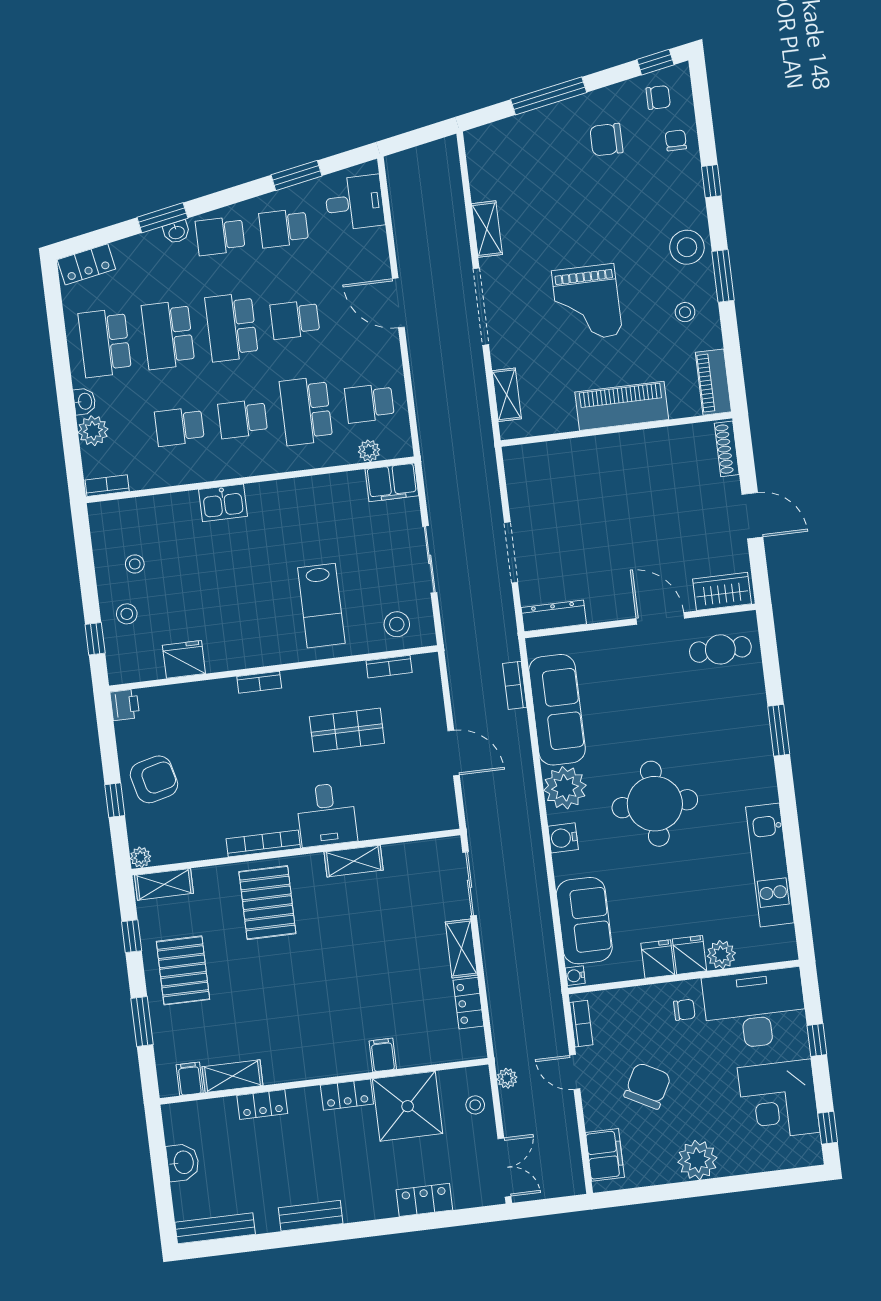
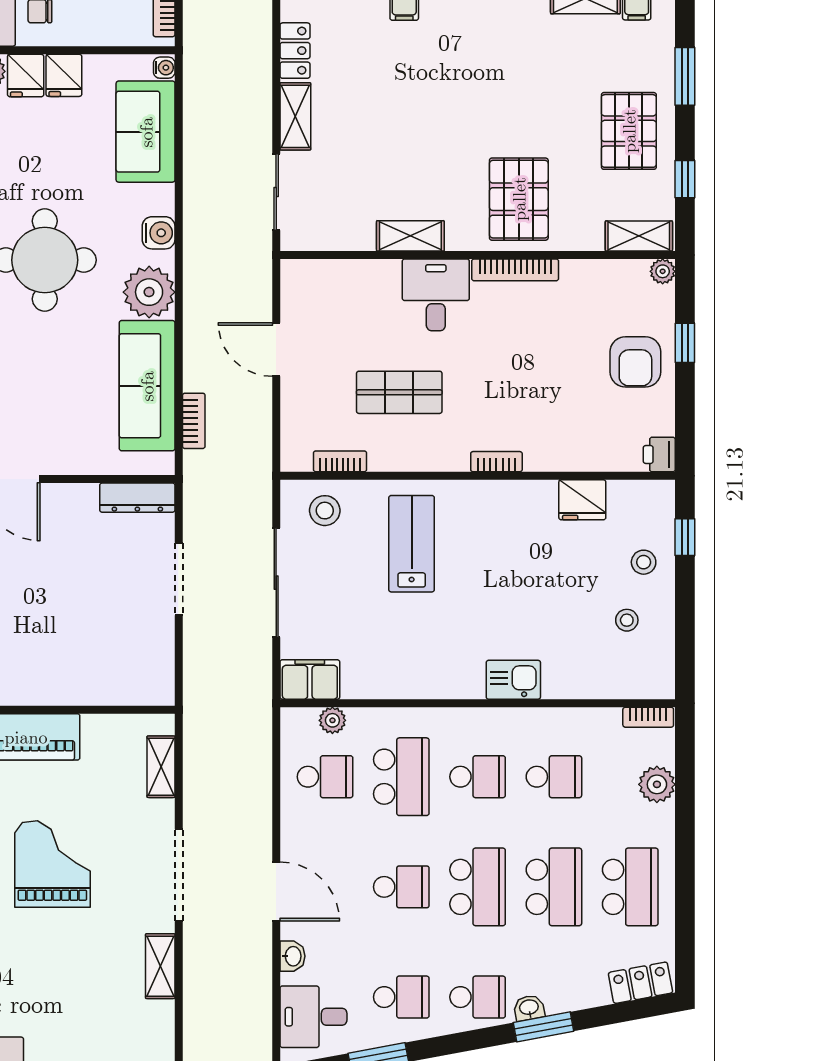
washbasin: (84, 401) -> (292, 956), moved, turned 180
sliding door: (430, 559) -> (276, 583), width x1.37
armchair: (154, 779) -> (635, 362), turned -76

